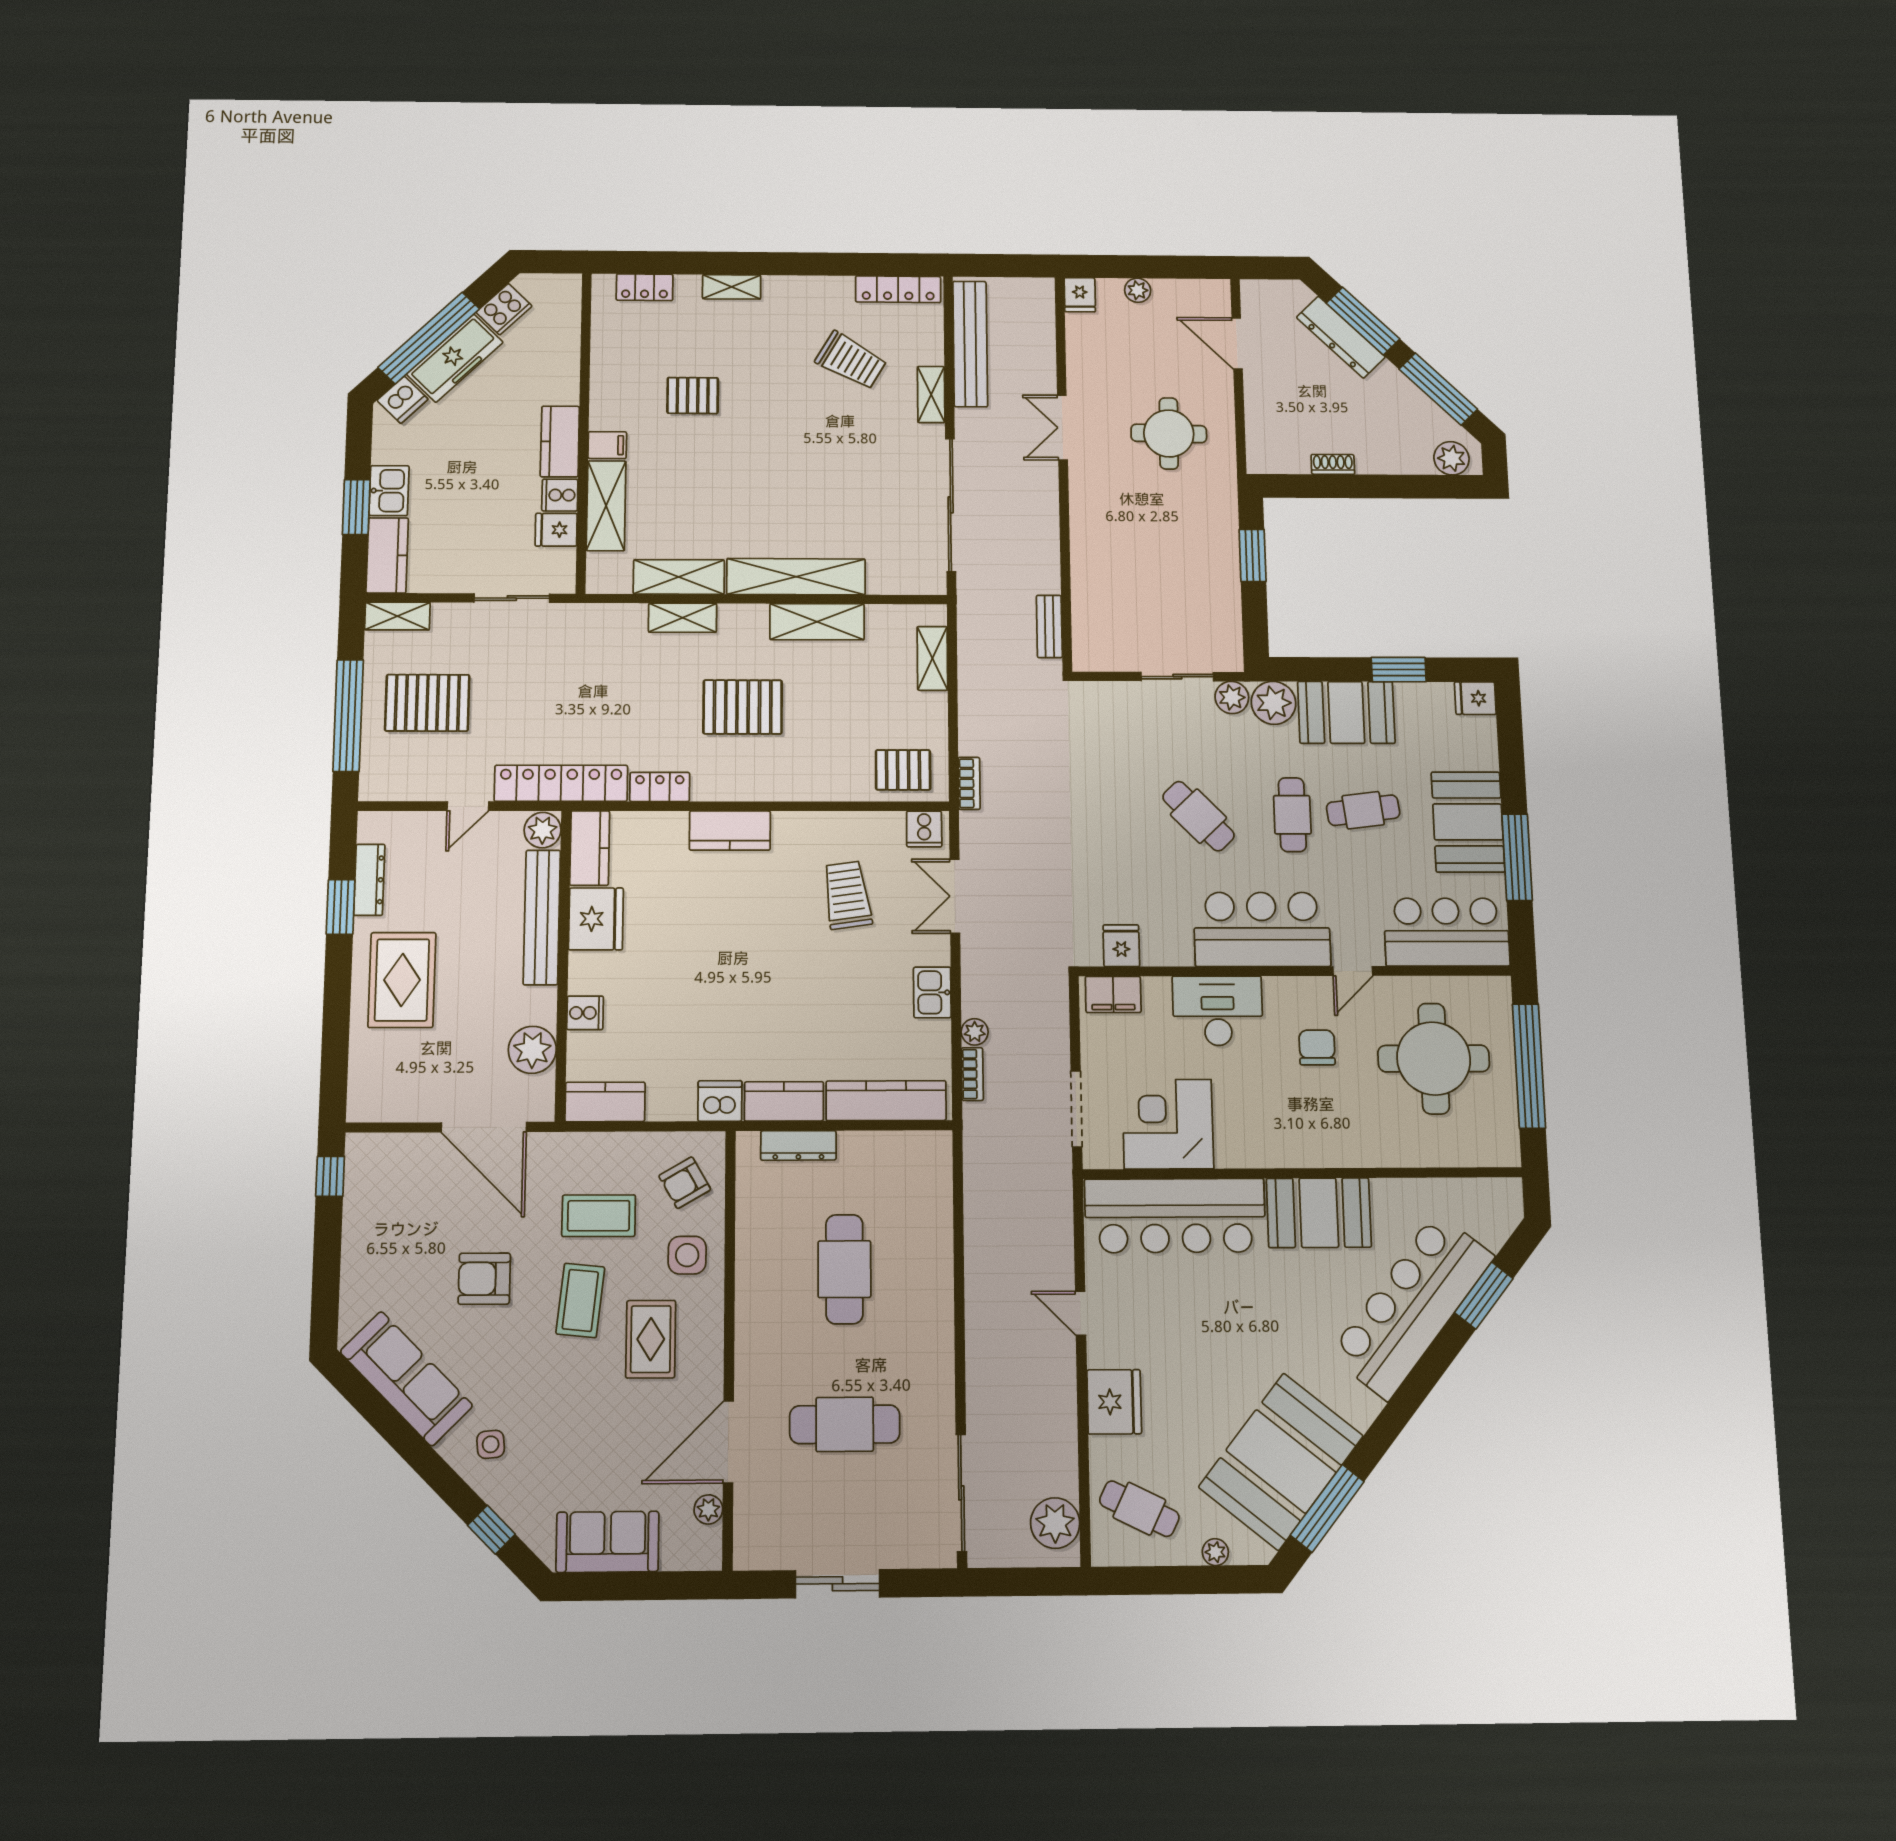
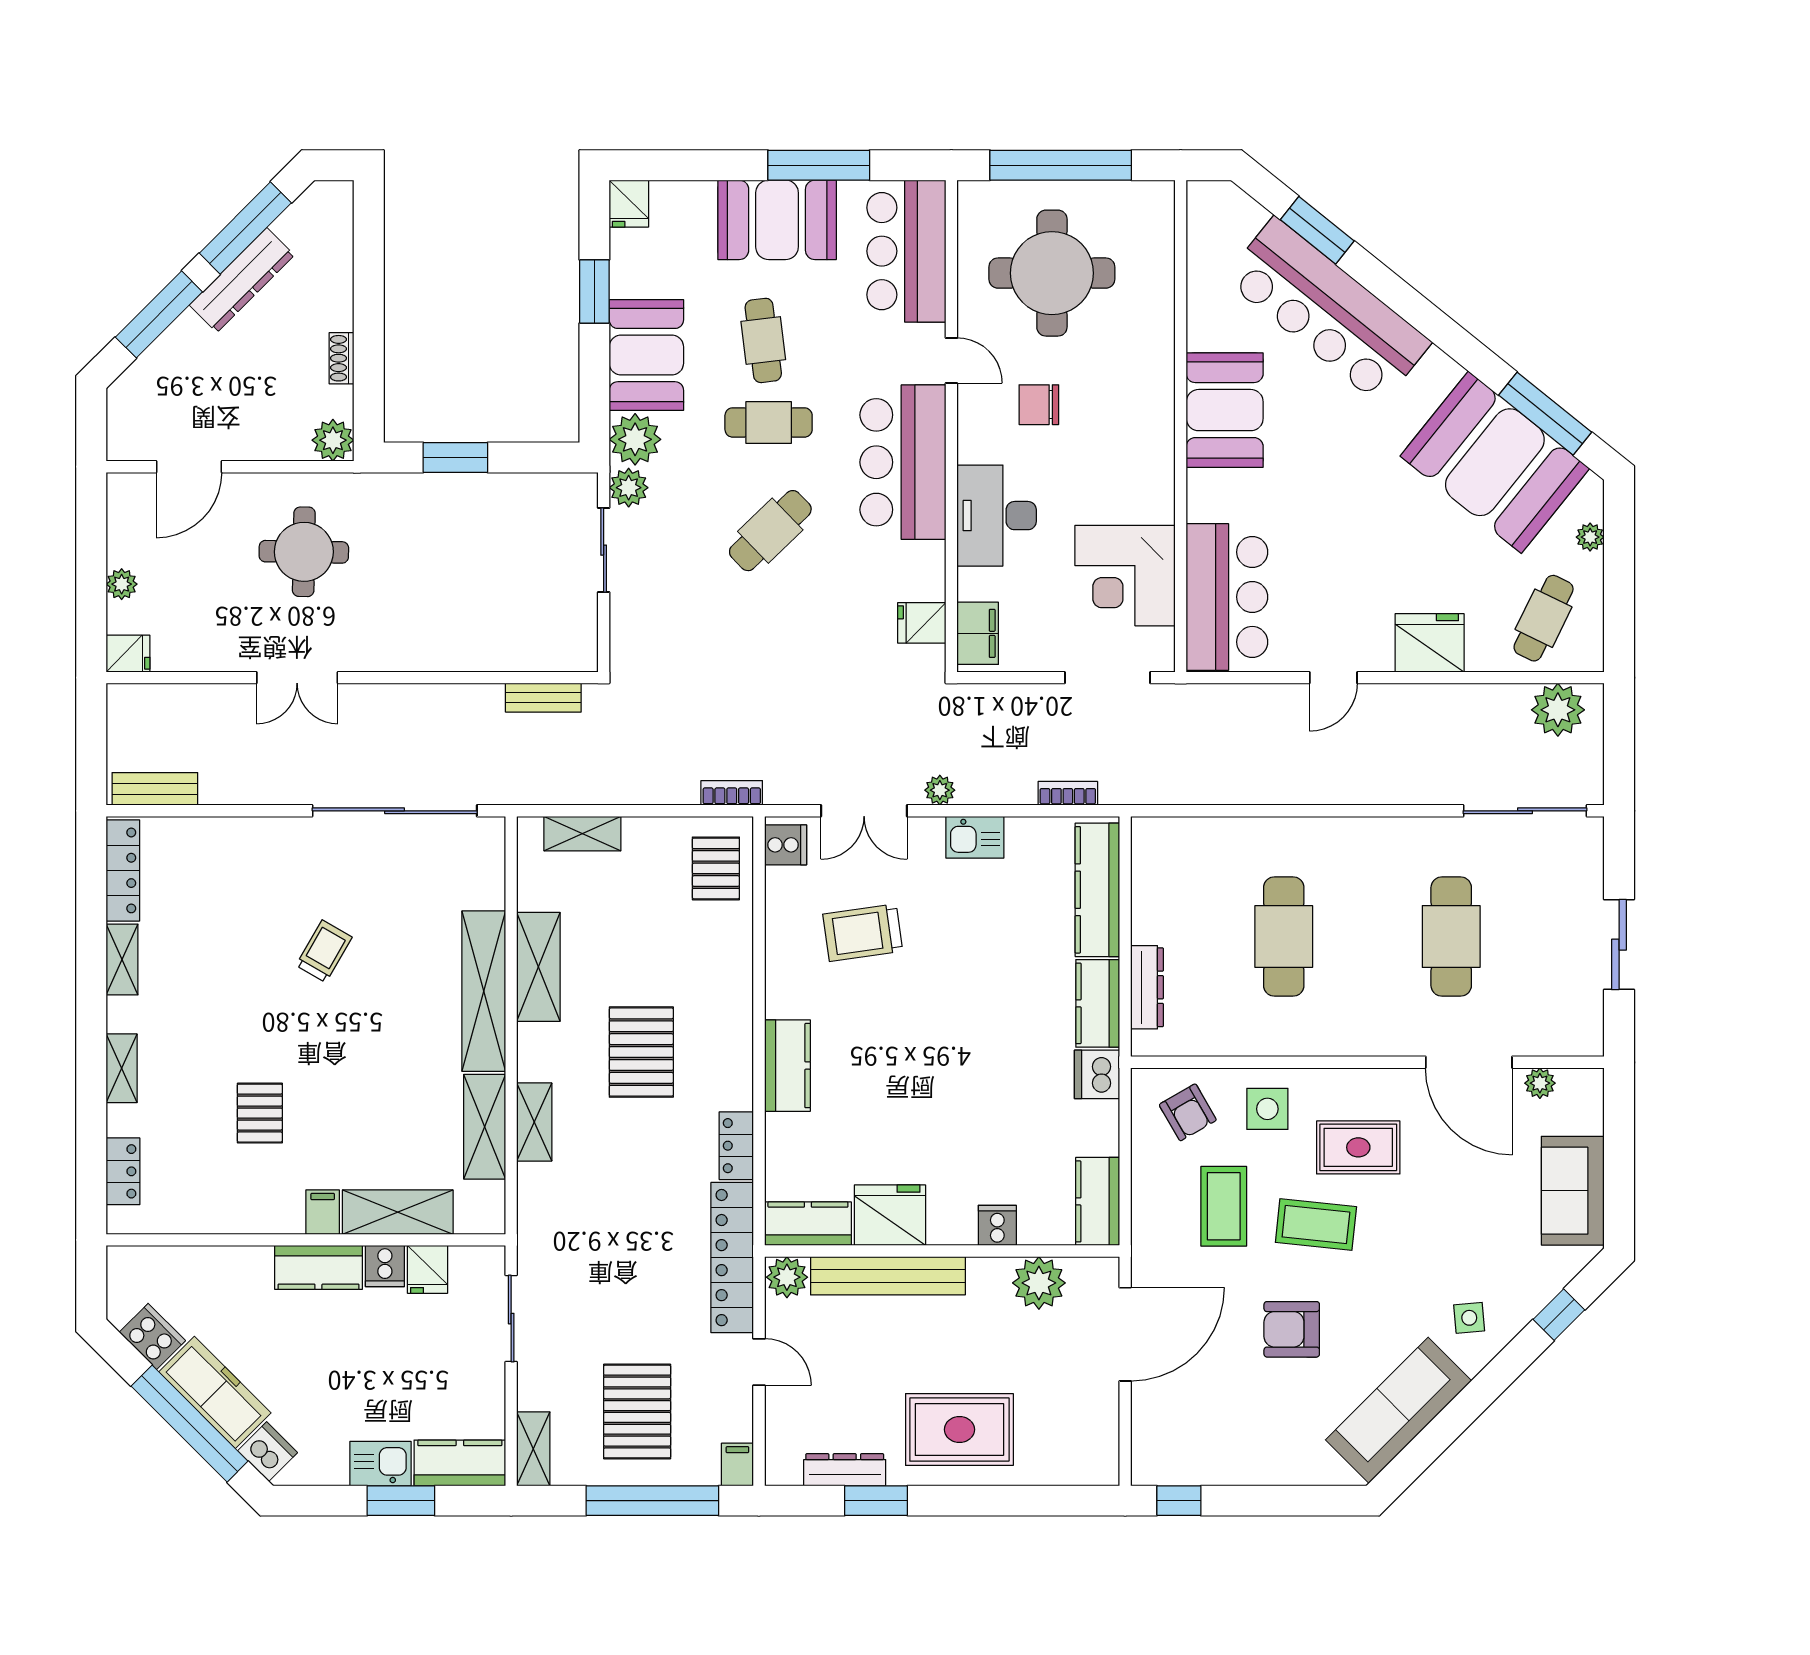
dresser: (1341, 337) -> (242, 280), moved
bench: (970, 344) -> (155, 789), width x0.54, depth x0.82
trolley: (851, 360) -> (324, 951), moved, width x0.73, depth x0.72
shelving: (931, 395) -> (122, 959), moved, turned 90
plant: (1451, 458) -> (333, 440), moved
filing cabinet: (377, 788) -> (737, 1465), added
plant: (975, 1032) -> (940, 790), moved
bar counter: (1175, 1216) -> (1227, 597), width x0.73
cafe table: (844, 1269) -> (1284, 937), turned 90
armchair: (484, 1279) -> (1292, 1329), turned 90

